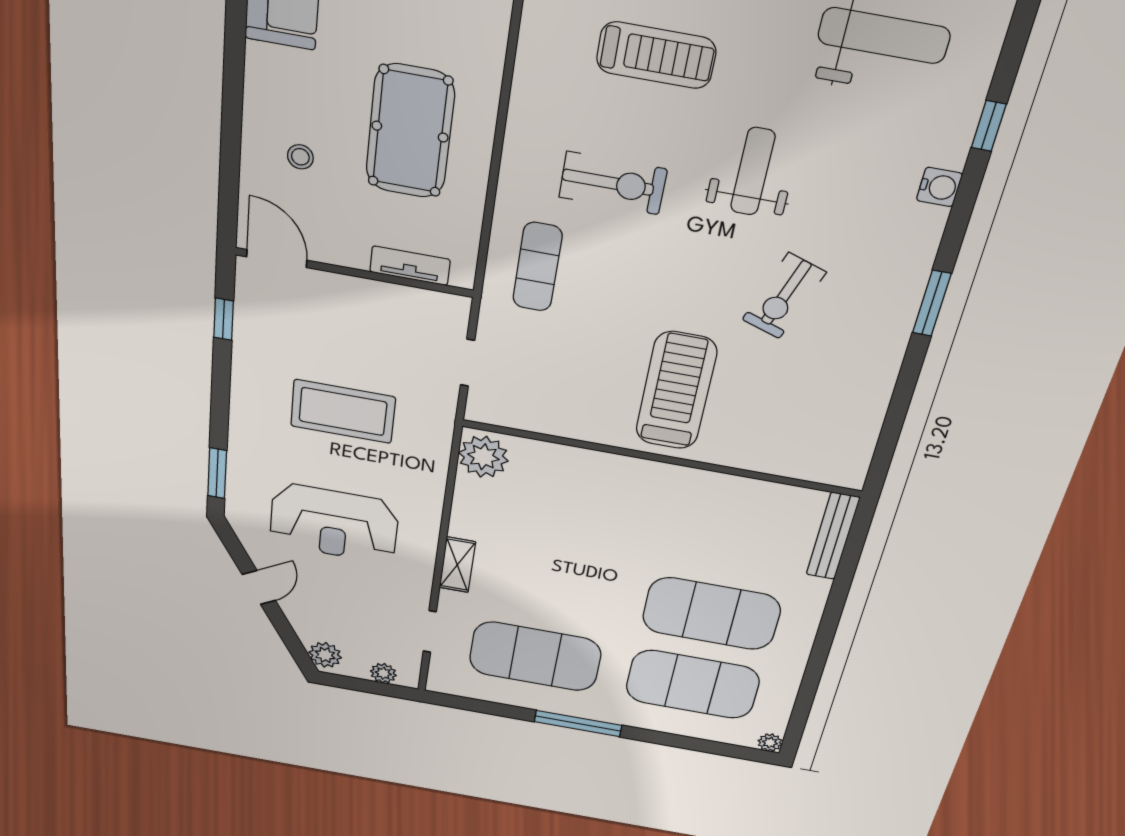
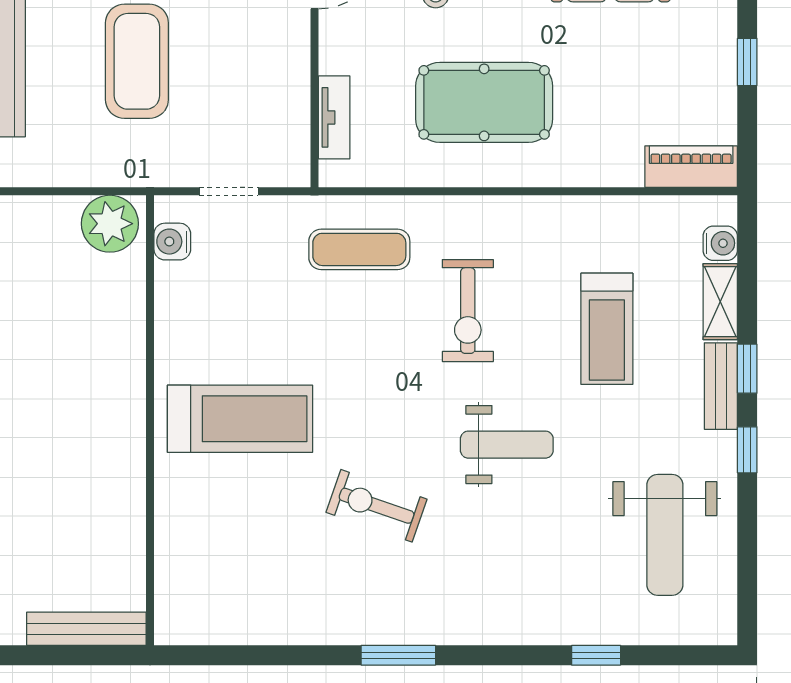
water cooler: (939, 187) -> (172, 242), moved, turned 90

